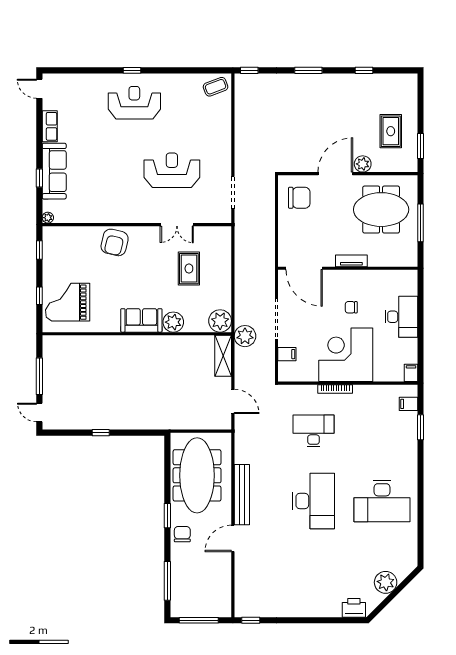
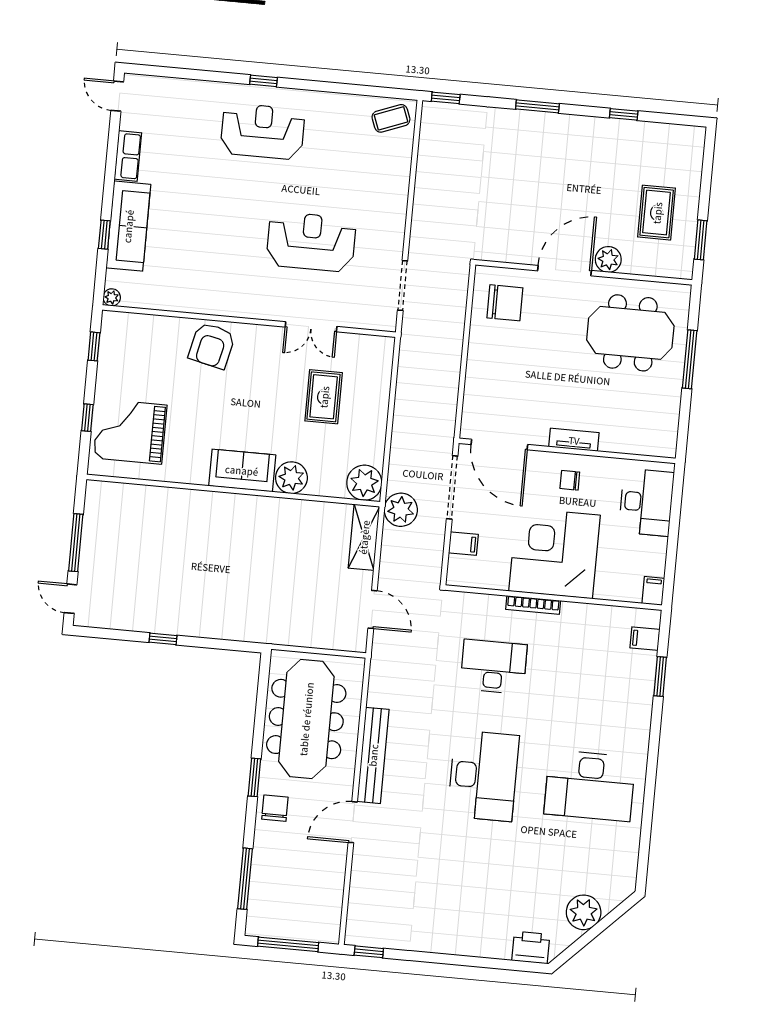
tv unit: (351, 261) -> (574, 440), moved
door: (304, 268) -> (499, 445), moved
wall: (348, 268) -> (567, 451), moved

